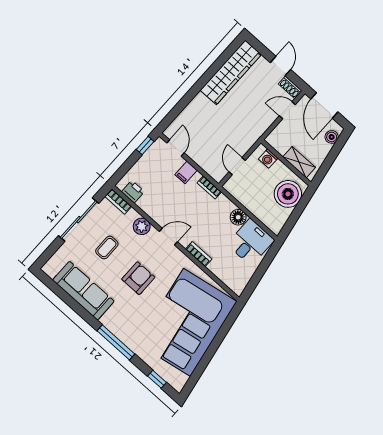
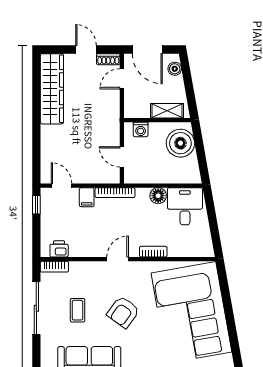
bookcase: (209, 187) -> (115, 193), width x1.56
plant: (142, 226) -> (90, 270), removed
armchair: (138, 278) -> (123, 312), turned -144

